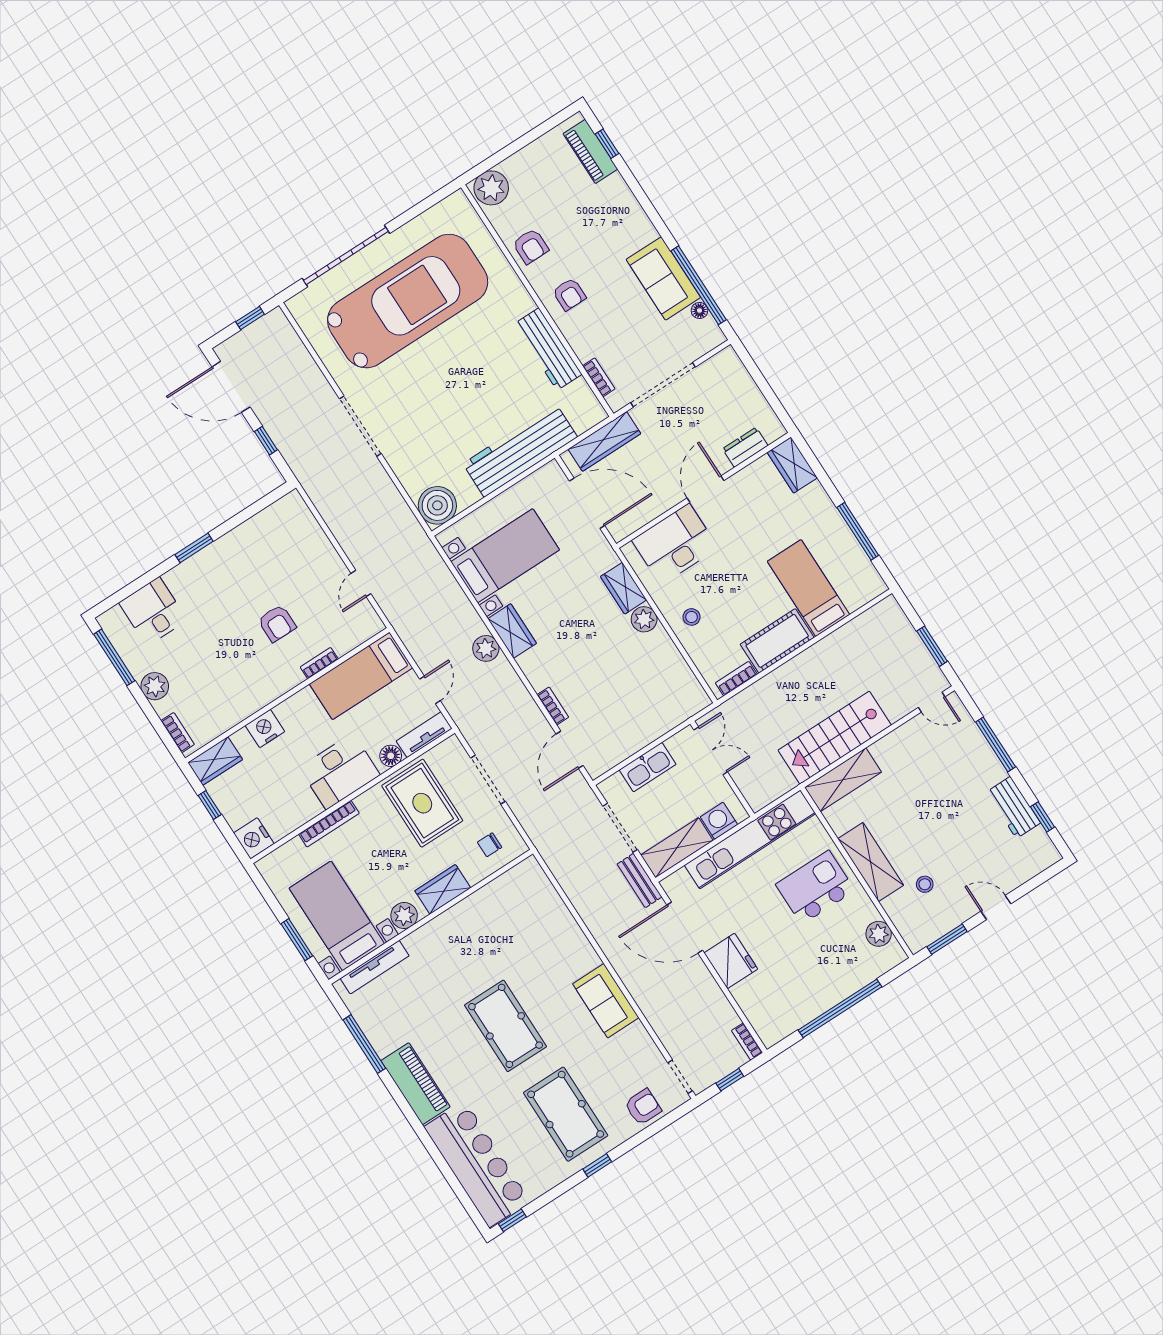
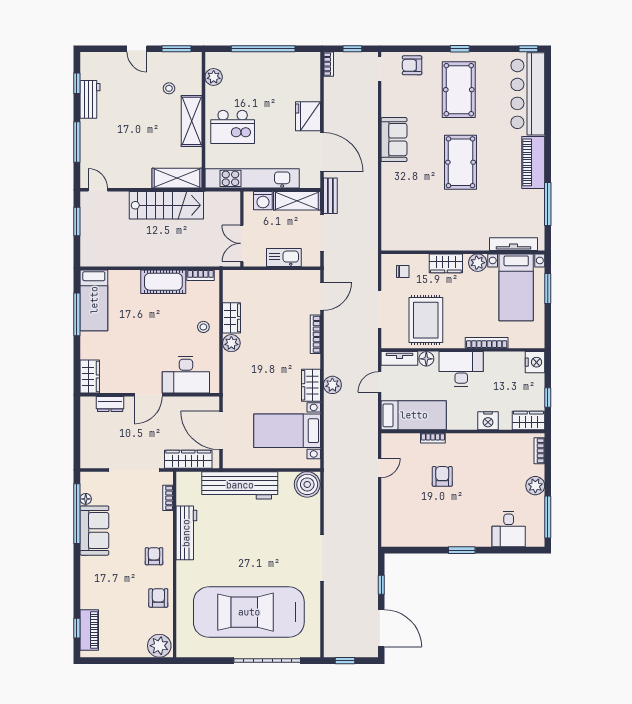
wardrobe: (624, 588) -> (232, 318), moved
bed: (808, 588) -> (94, 300), moved
bookcase: (553, 706) -> (315, 334), width x1.56

